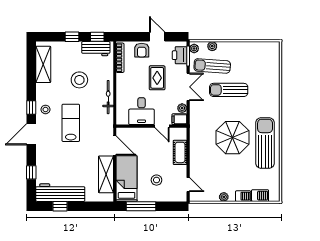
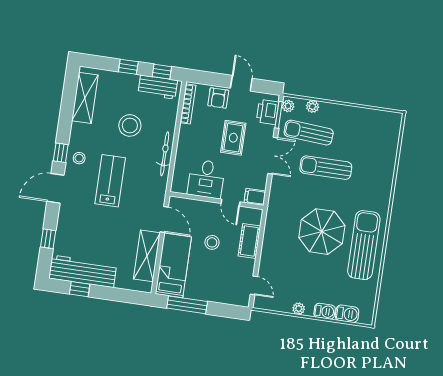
plant: (182, 108) -> (261, 183), removed
stool: (156, 180) -> (212, 242), moved

